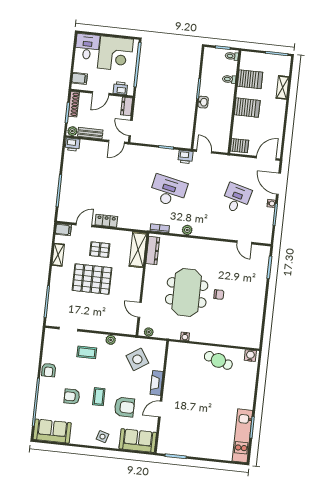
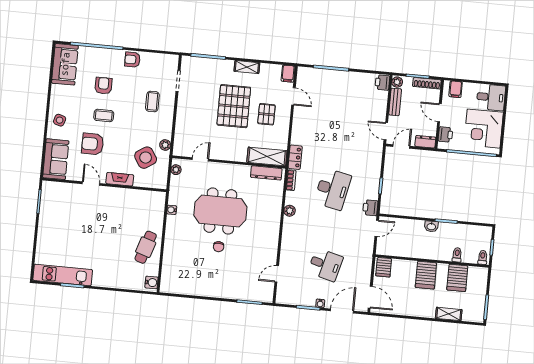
locker: (106, 221) -> (295, 157), moved
shelving: (58, 255) -> (247, 67), moved
plant: (111, 340) -> (165, 145), moved
armchair: (124, 407) -> (93, 144), turned 90

